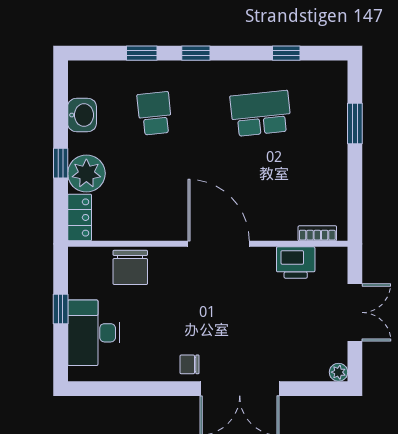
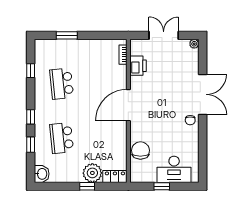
school desk: (155, 113) -> (62, 138), width x1.85
washbasin: (82, 115) -> (42, 174), moved, turned 90
chair: (130, 267) -> (140, 150), turned -90

